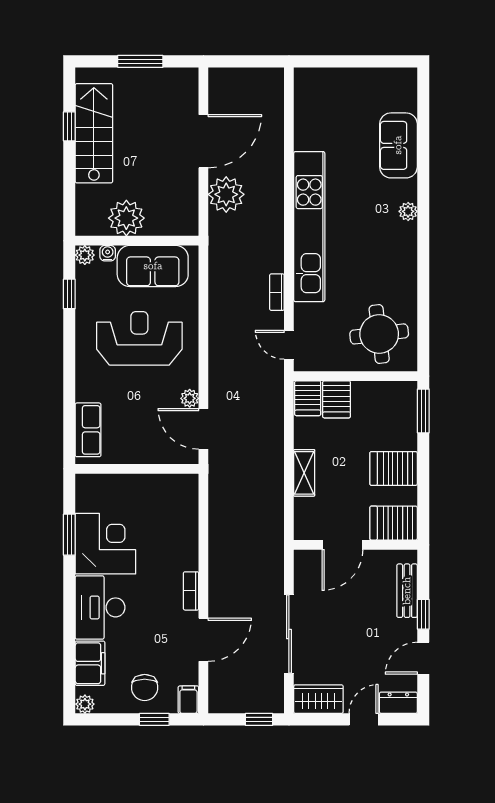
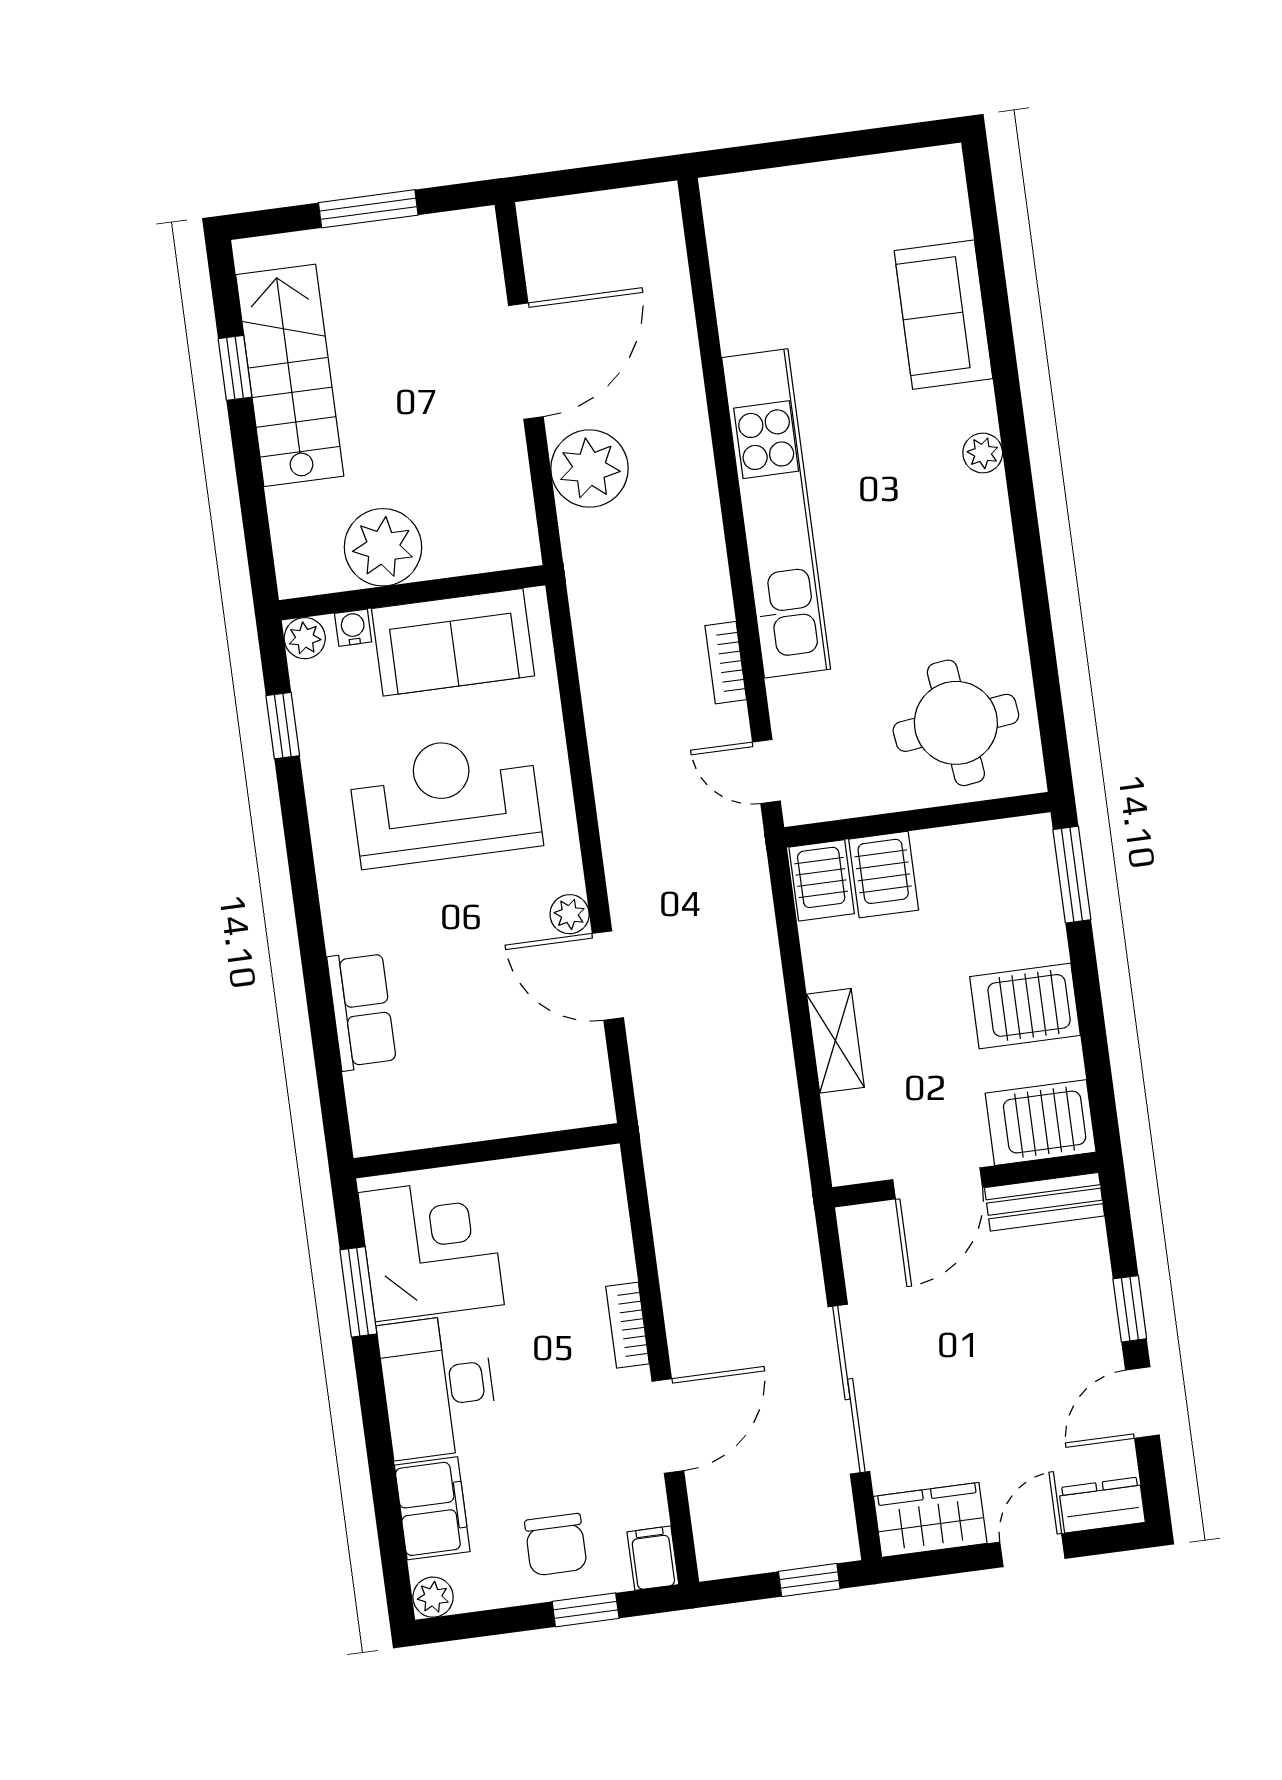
wall: (137, 469) -> (487, 1151), moved
window: (69, 535) -> (358, 1292), moved
bench: (407, 591) -> (1044, 1202), moved, turned 90

